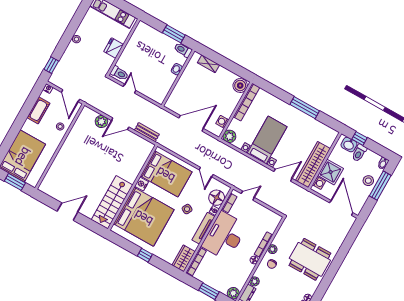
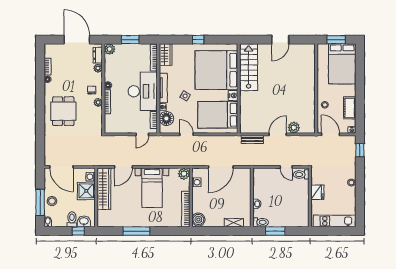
dining table: (310, 259) -> (63, 111), width x0.73

